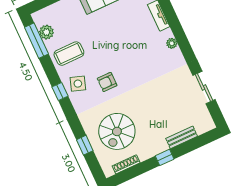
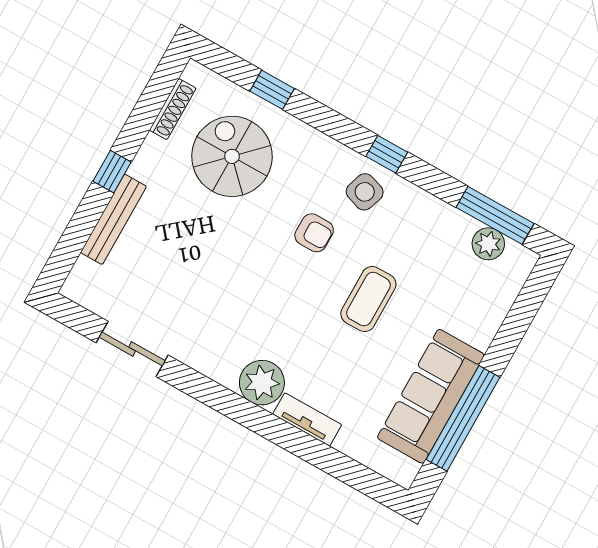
plant: (172, 43) -> (262, 383), width x1.87, depth x1.87
coffee table: (69, 54) -> (368, 299), moved
armchair: (107, 82) -> (314, 233), turned 90
bench: (182, 137) -> (113, 219), width x1.36

